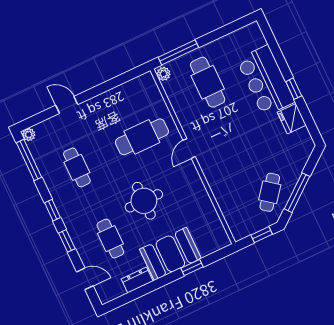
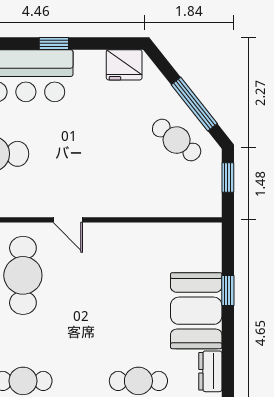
fridge: (292, 119) -> (124, 65), moved
round table: (144, 201) -> (109, 313), removed

